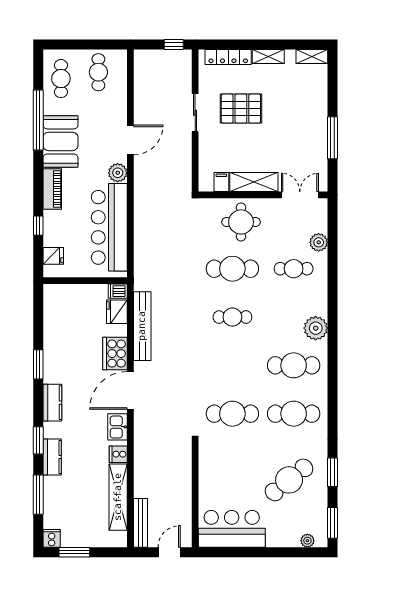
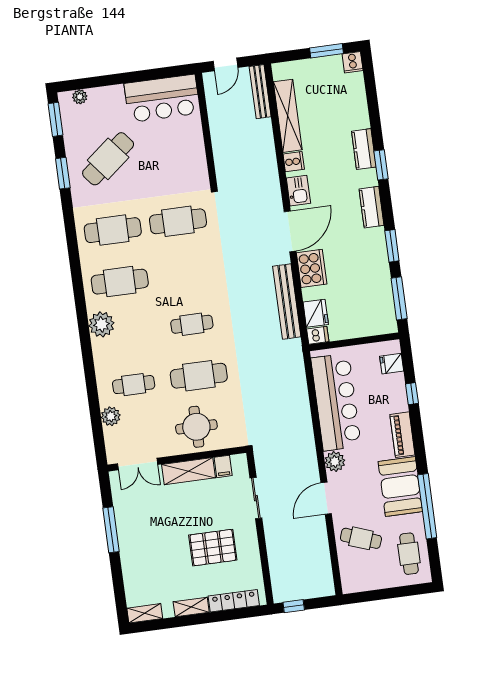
cafe table: (98, 72) -> (361, 538), moved, turned -70
sliding door: (195, 113) -> (256, 498), moved
window: (38, 495) -> (399, 298), moved

